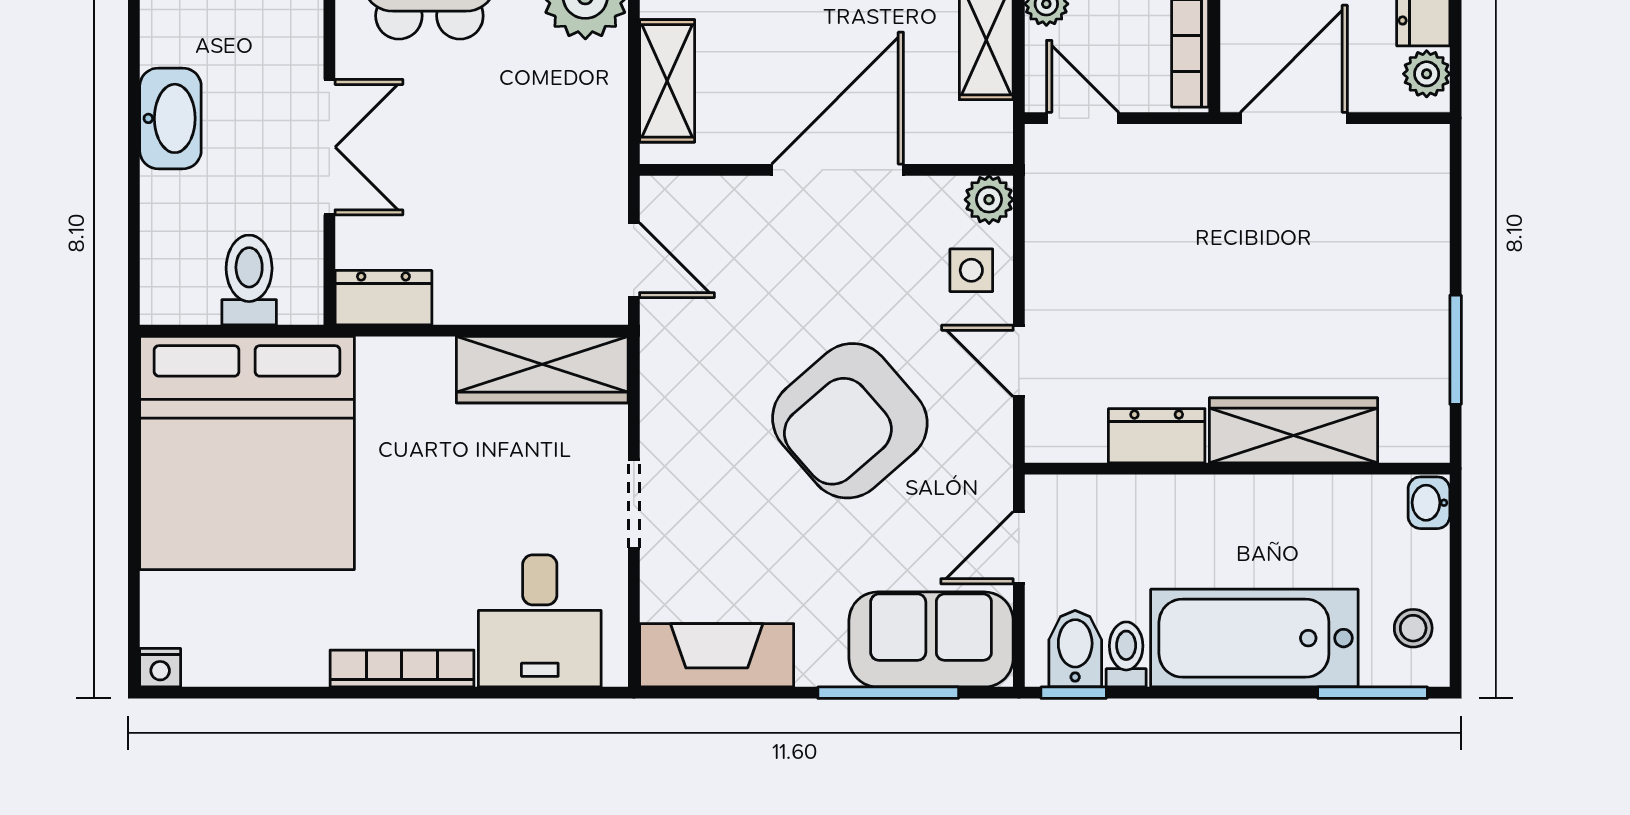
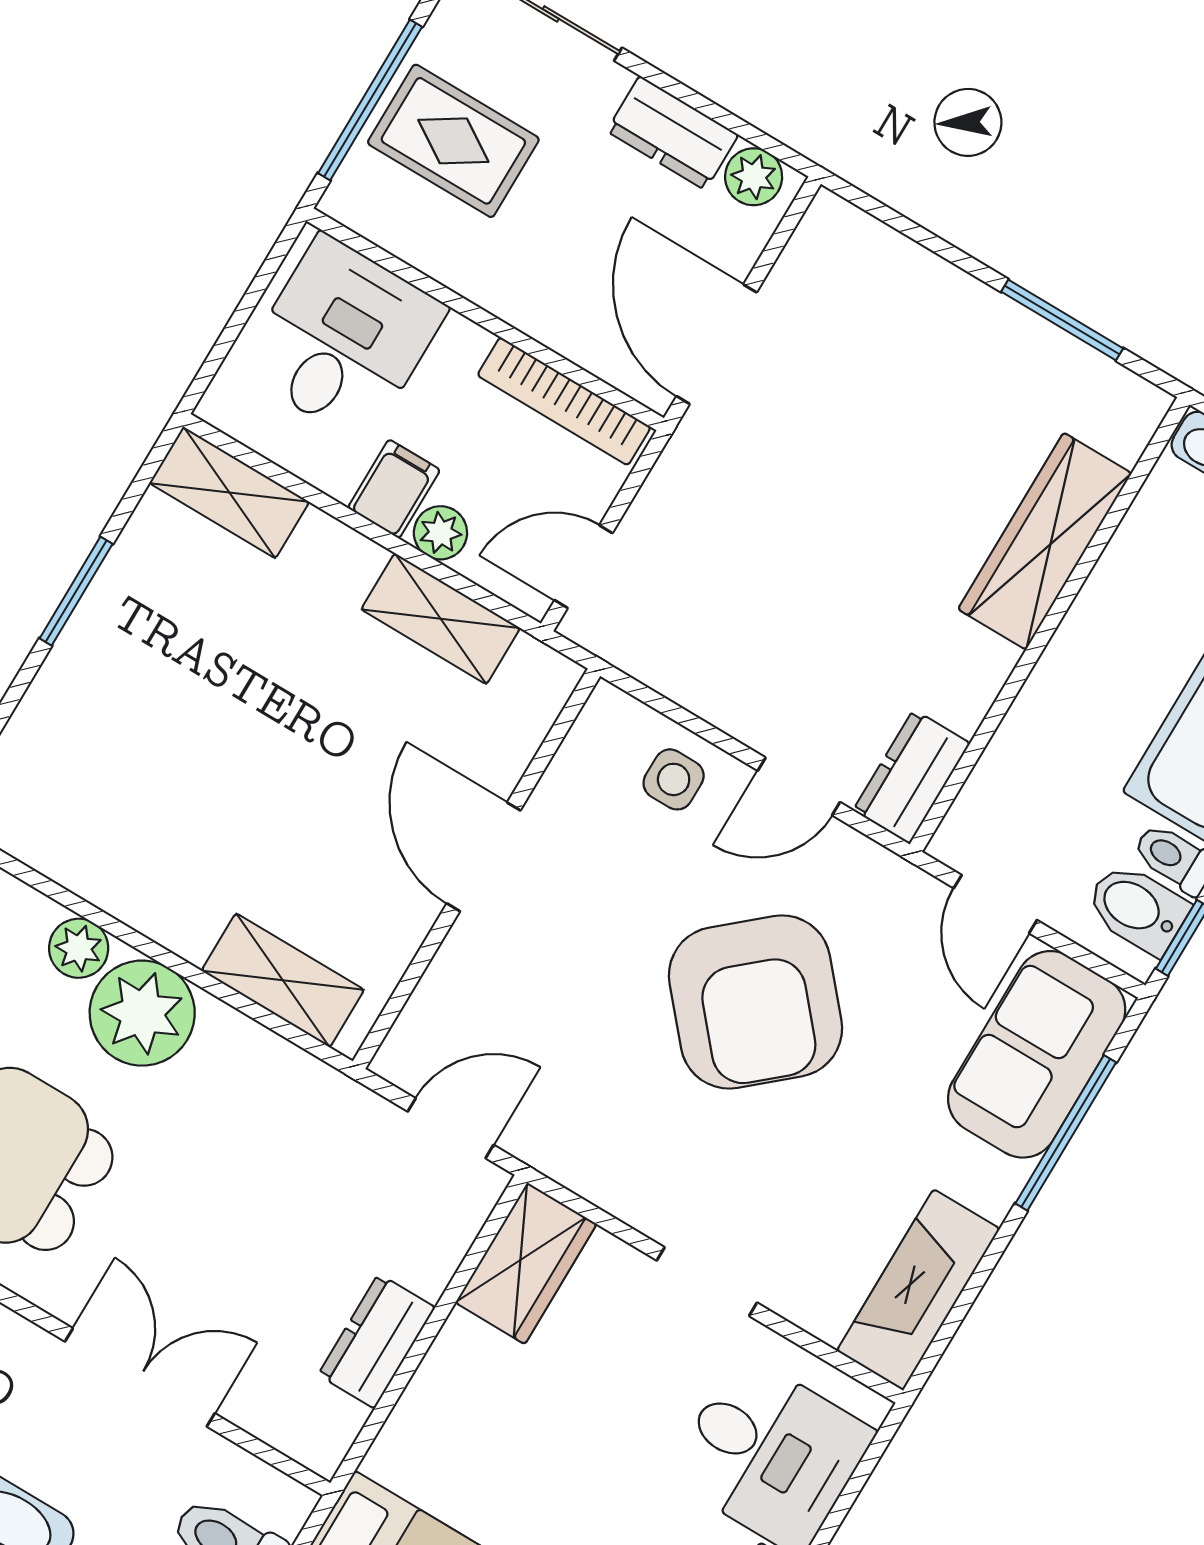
door: (838, 170) -> (484, 857), width x0.73
plant: (989, 200) -> (610, 716), removed
dresser: (383, 298) -> (377, 1341), moved
wardrobe: (542, 370) -> (526, 1263), width x0.67
dresser: (1157, 436) -> (912, 777), moved

